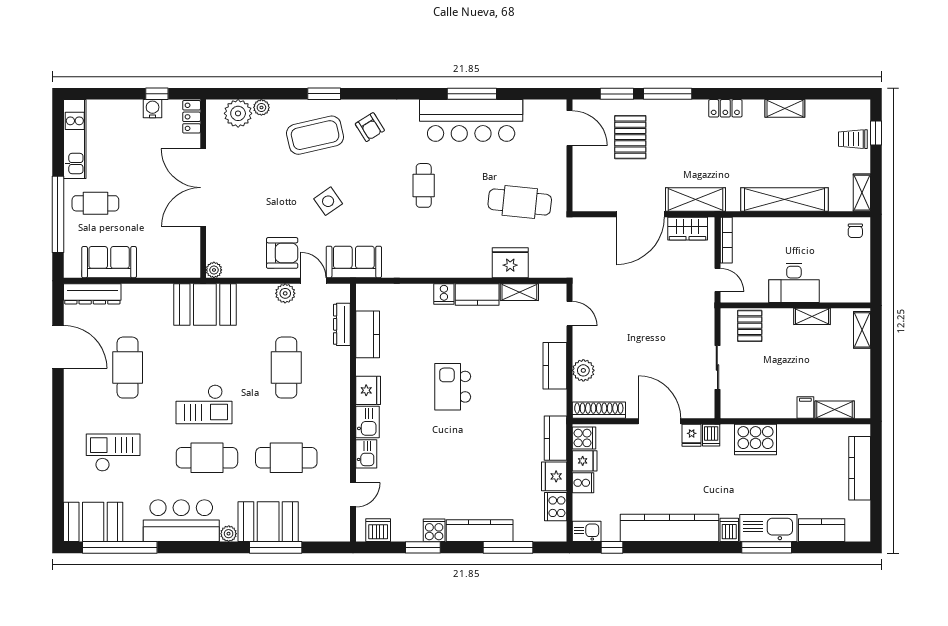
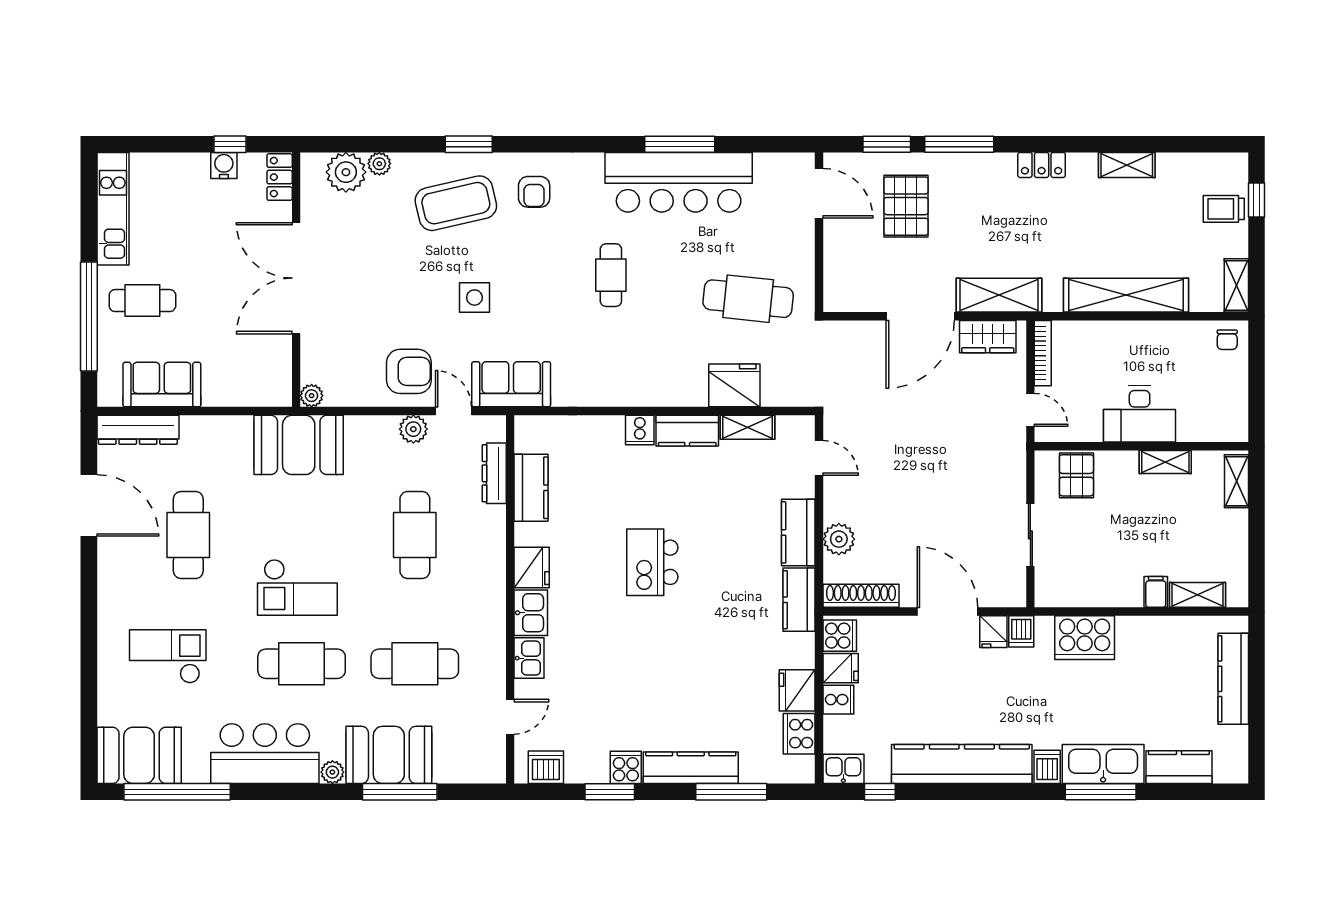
armchair: (370, 127) -> (534, 192), turned 32
side table: (328, 201) -> (474, 298), turned 35
kitchen counter: (555, 438) -> (799, 600), moved

